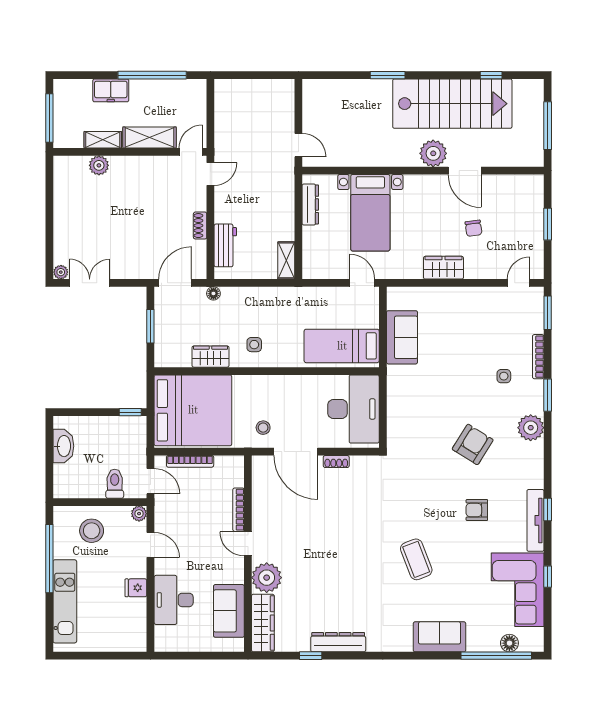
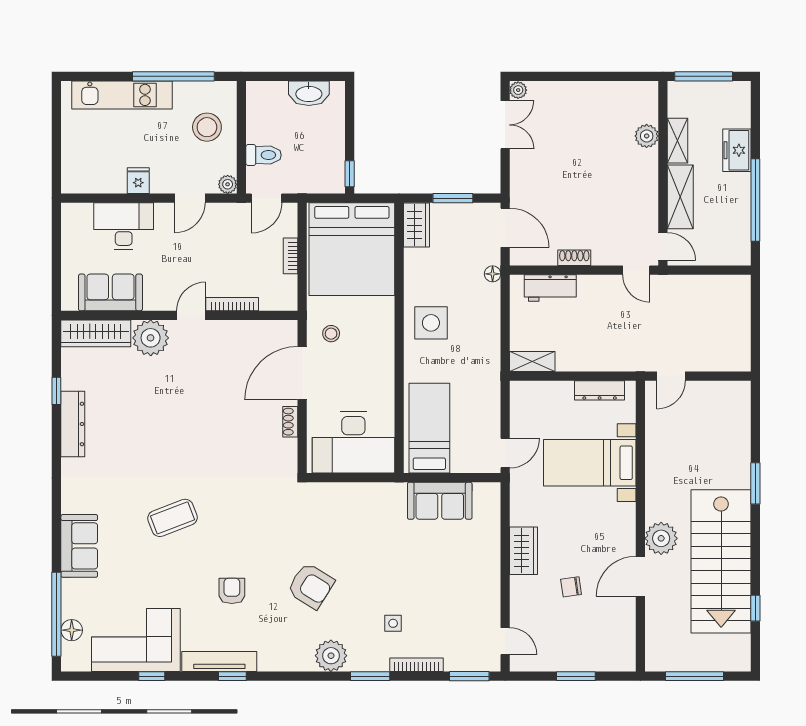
side table: (254, 345) -> (431, 323), width x1.87, depth x1.87
wardrobe: (210, 357) -> (417, 225), moved
bookcase: (190, 461) -> (290, 256), width x0.64

